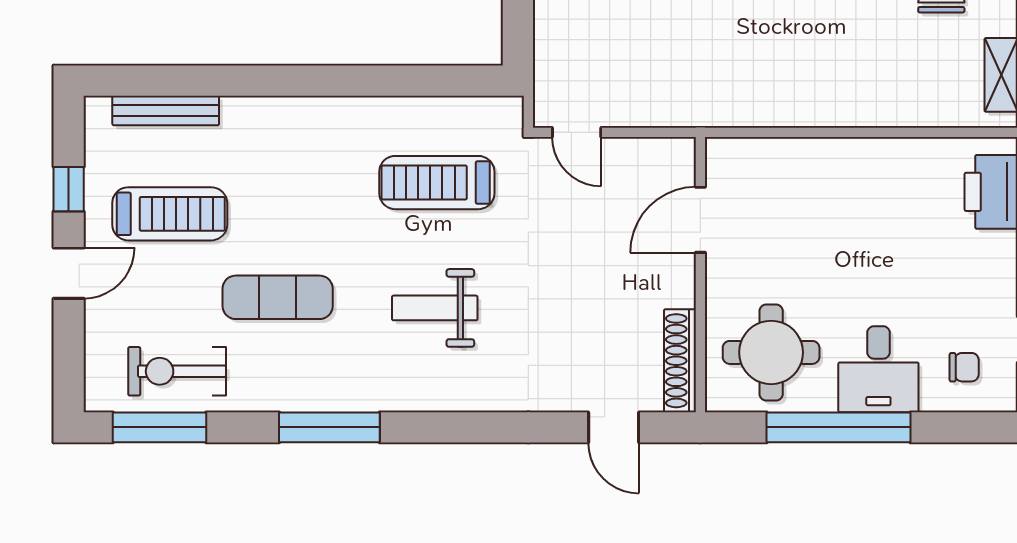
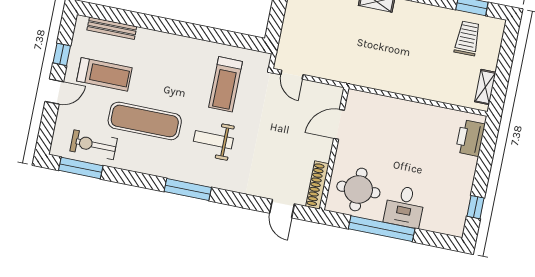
treadmill: (437, 183) -> (226, 84), turned -90
exercise mat: (278, 297) -> (145, 121), width x1.36, depth x1.45
chair: (964, 367) -> (443, 213), removed
window: (329, 427) -> (188, 190), moved

